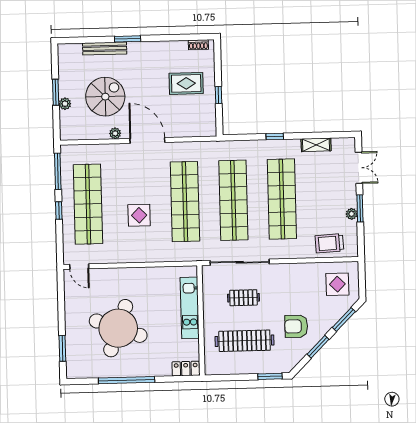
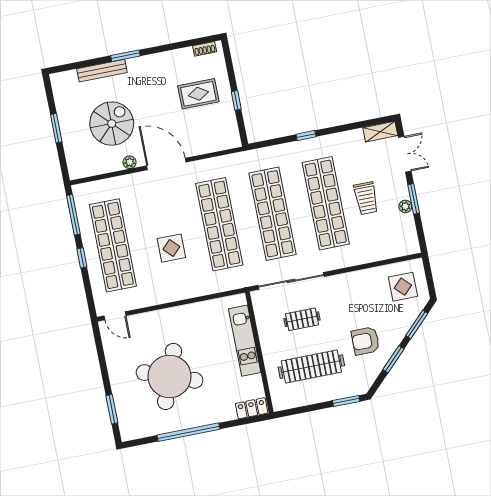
plant: (65, 104) -> (69, 139), removed
shelving: (316, 145) -> (380, 132), moved
trolley: (329, 243) -> (366, 198), moved, turned -87

